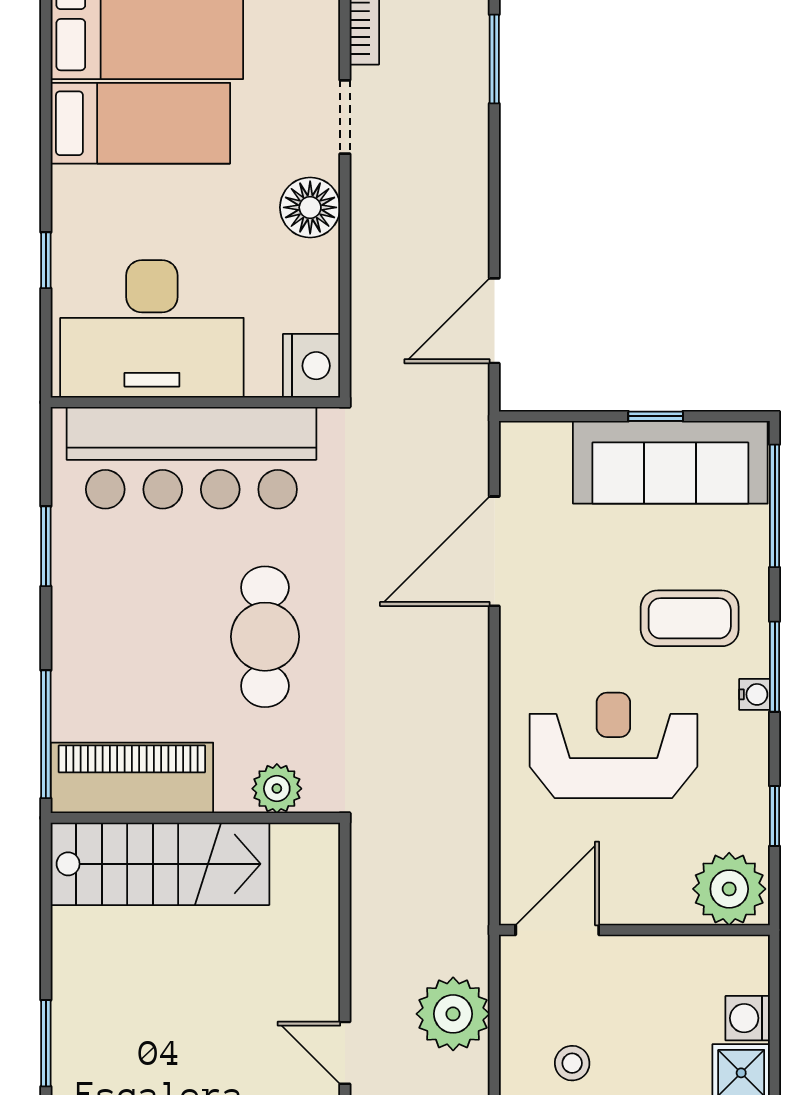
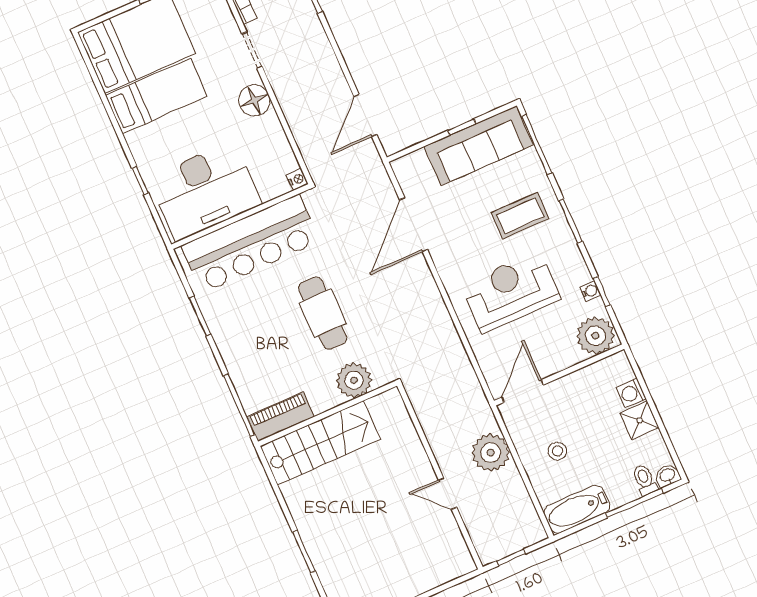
nightstand: (312, 366) -> (297, 179), width x0.53, depth x0.56
water cooler: (754, 694) -> (590, 291), moved
piano: (132, 778) -> (281, 417), width x0.73, depth x0.75
plant: (277, 789) -> (354, 380), width x1.36, depth x1.36

